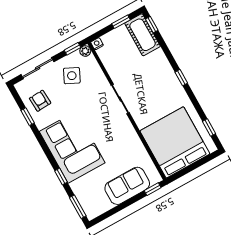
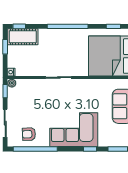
side table: (72, 76) -> (24, 102), removed
window: (181, 78) -> (68, 26), width x3.17
window: (28, 117) -> (35, 149), width x3.17

